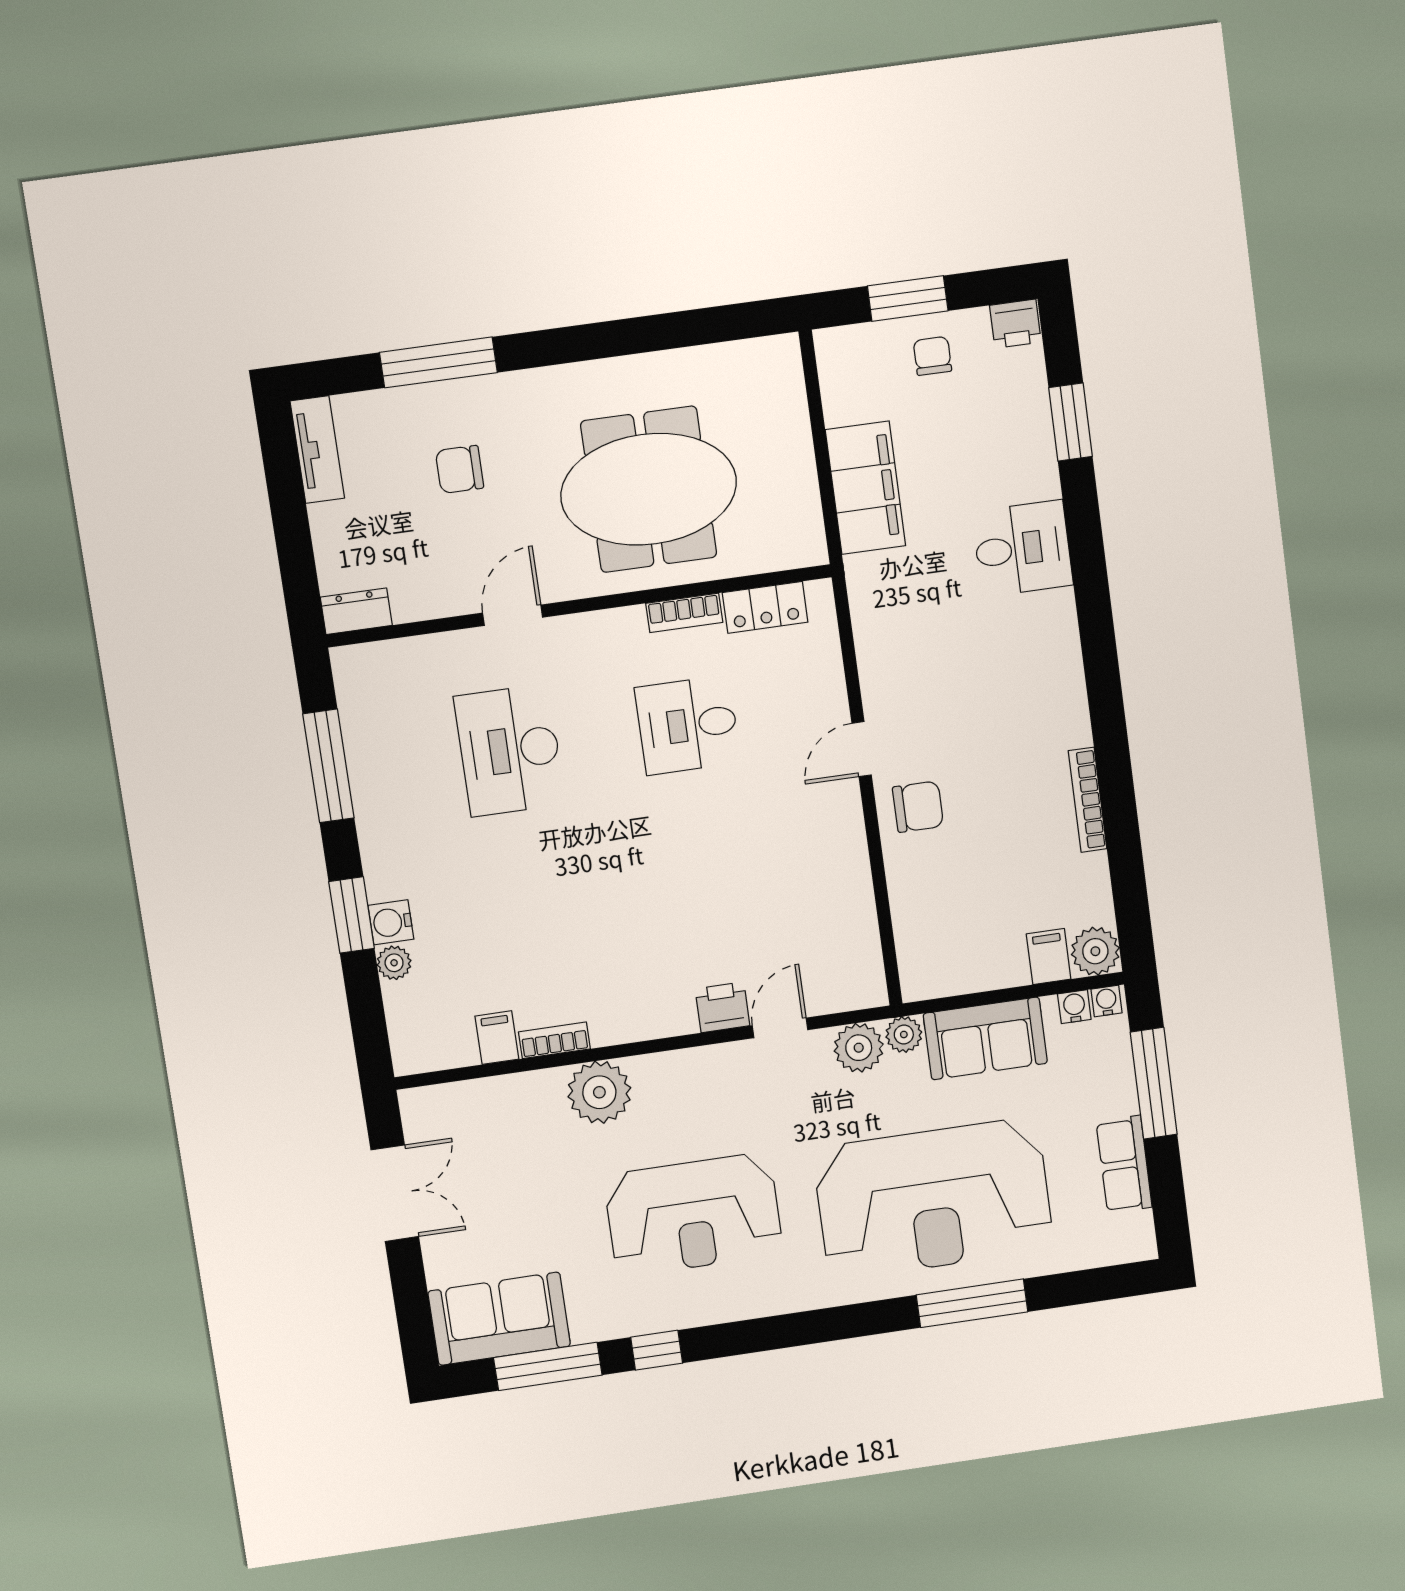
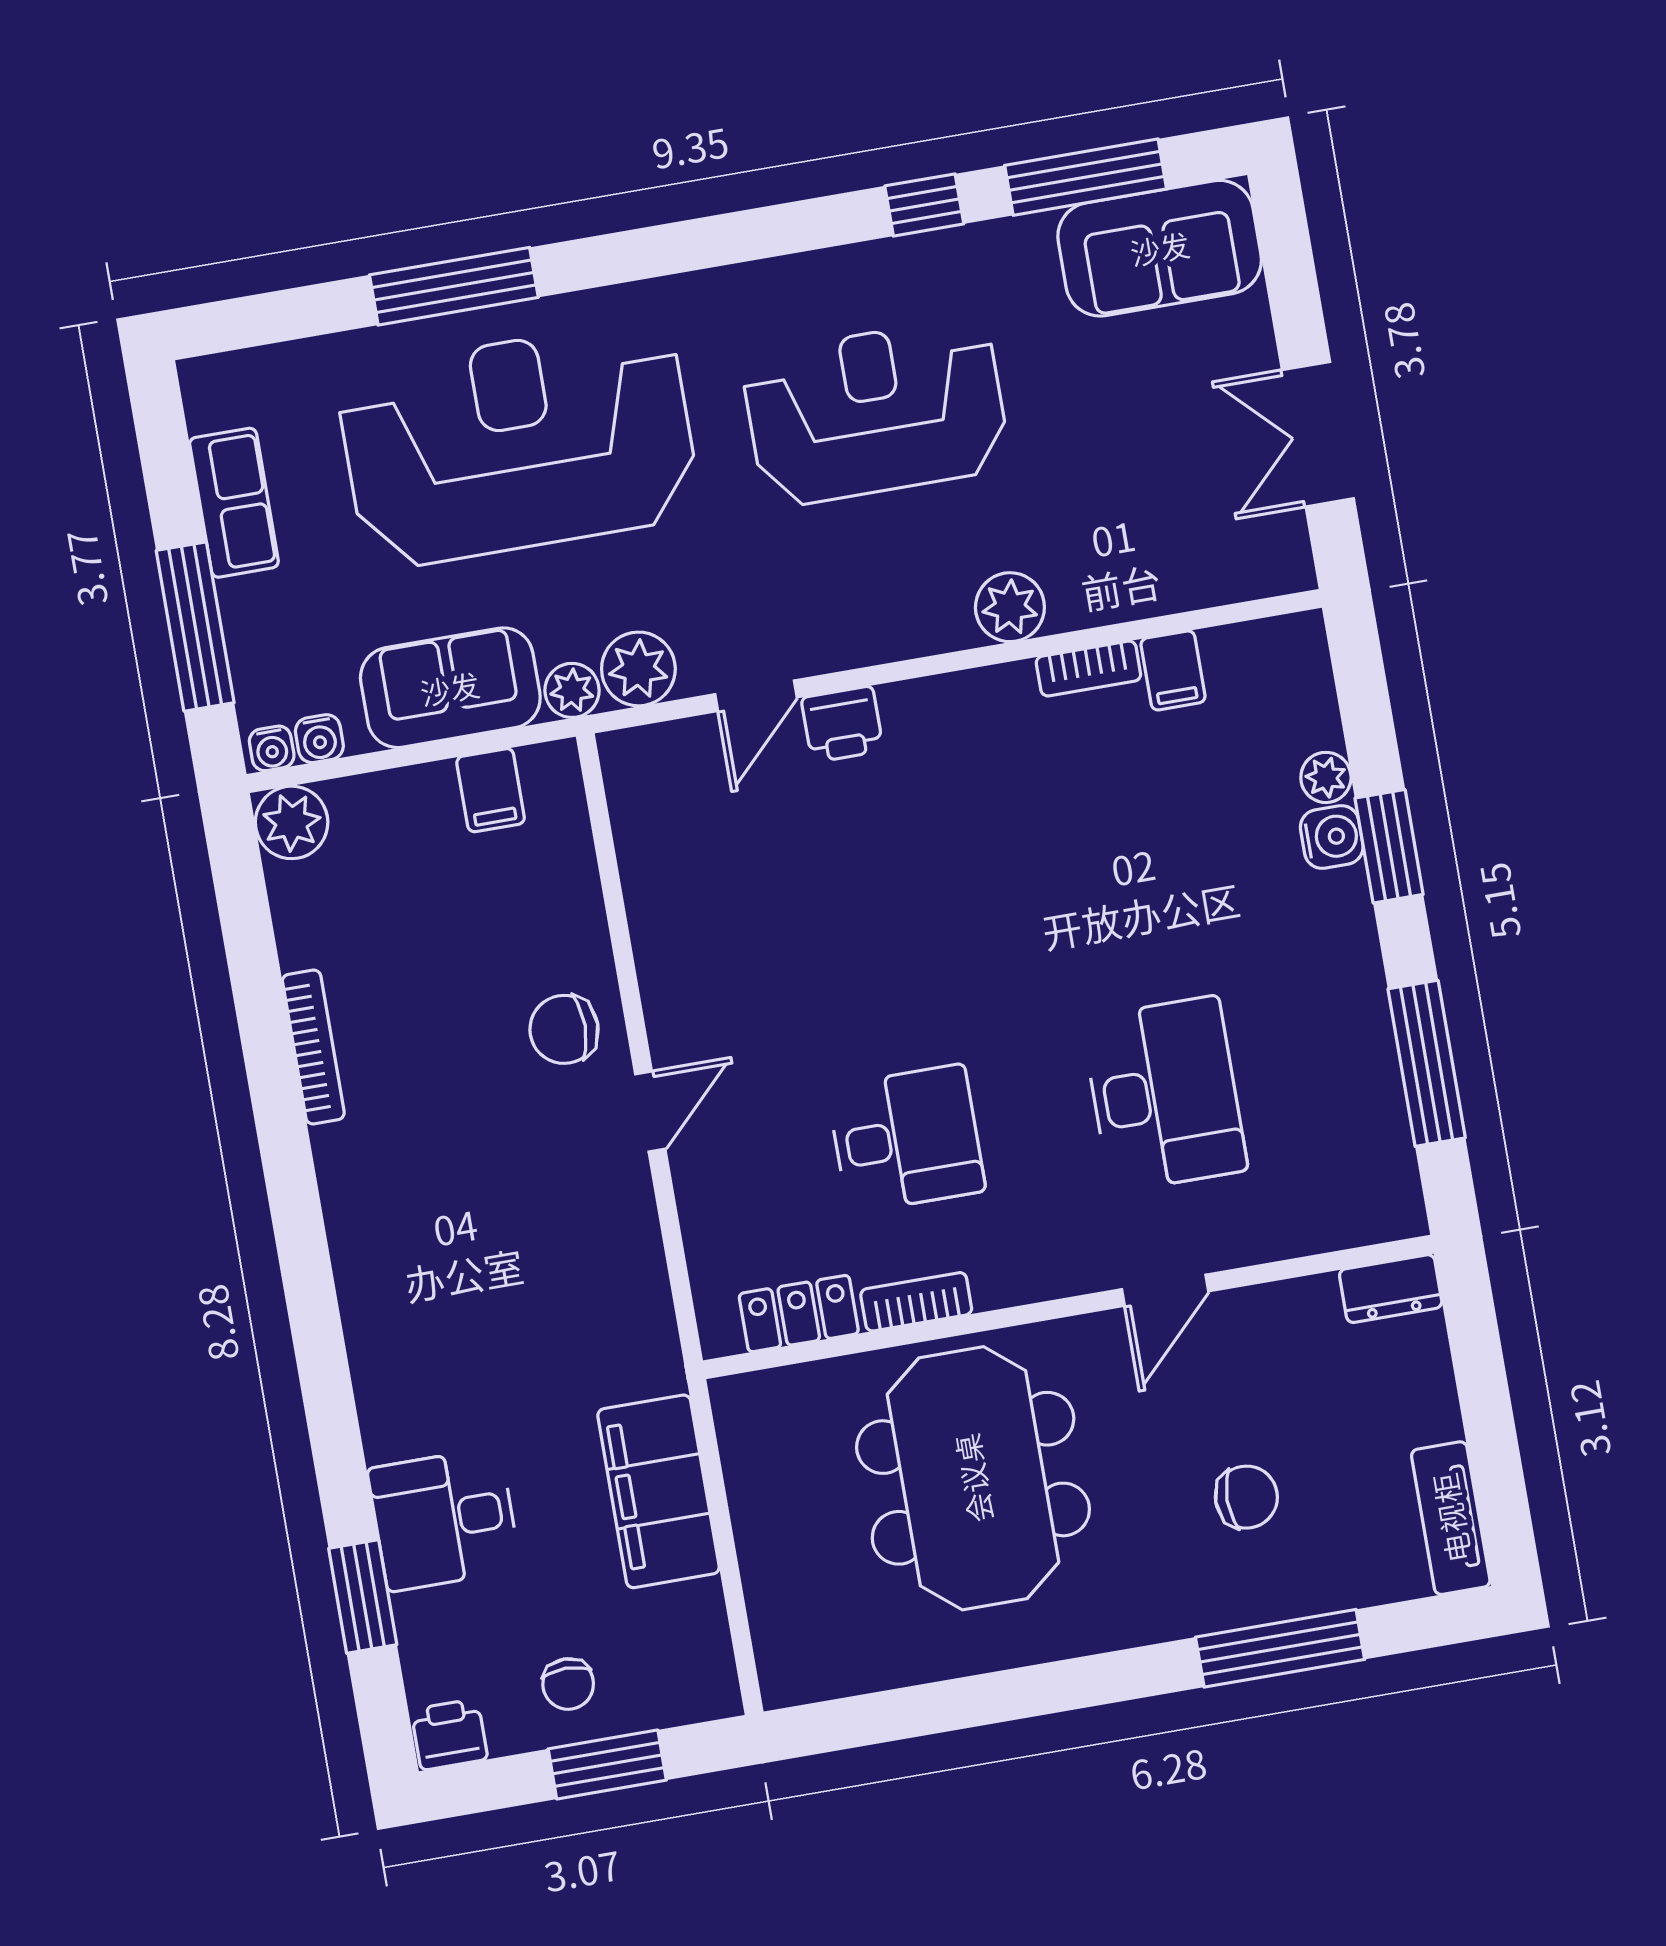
meeting table: (649, 489) -> (973, 1478), turned 90
desk: (1022, 548) -> (444, 1519), moved
filing cabinet: (1049, 957) -> (491, 790), moved
plant: (599, 1092) -> (1010, 607), width x0.73, depth x0.73

